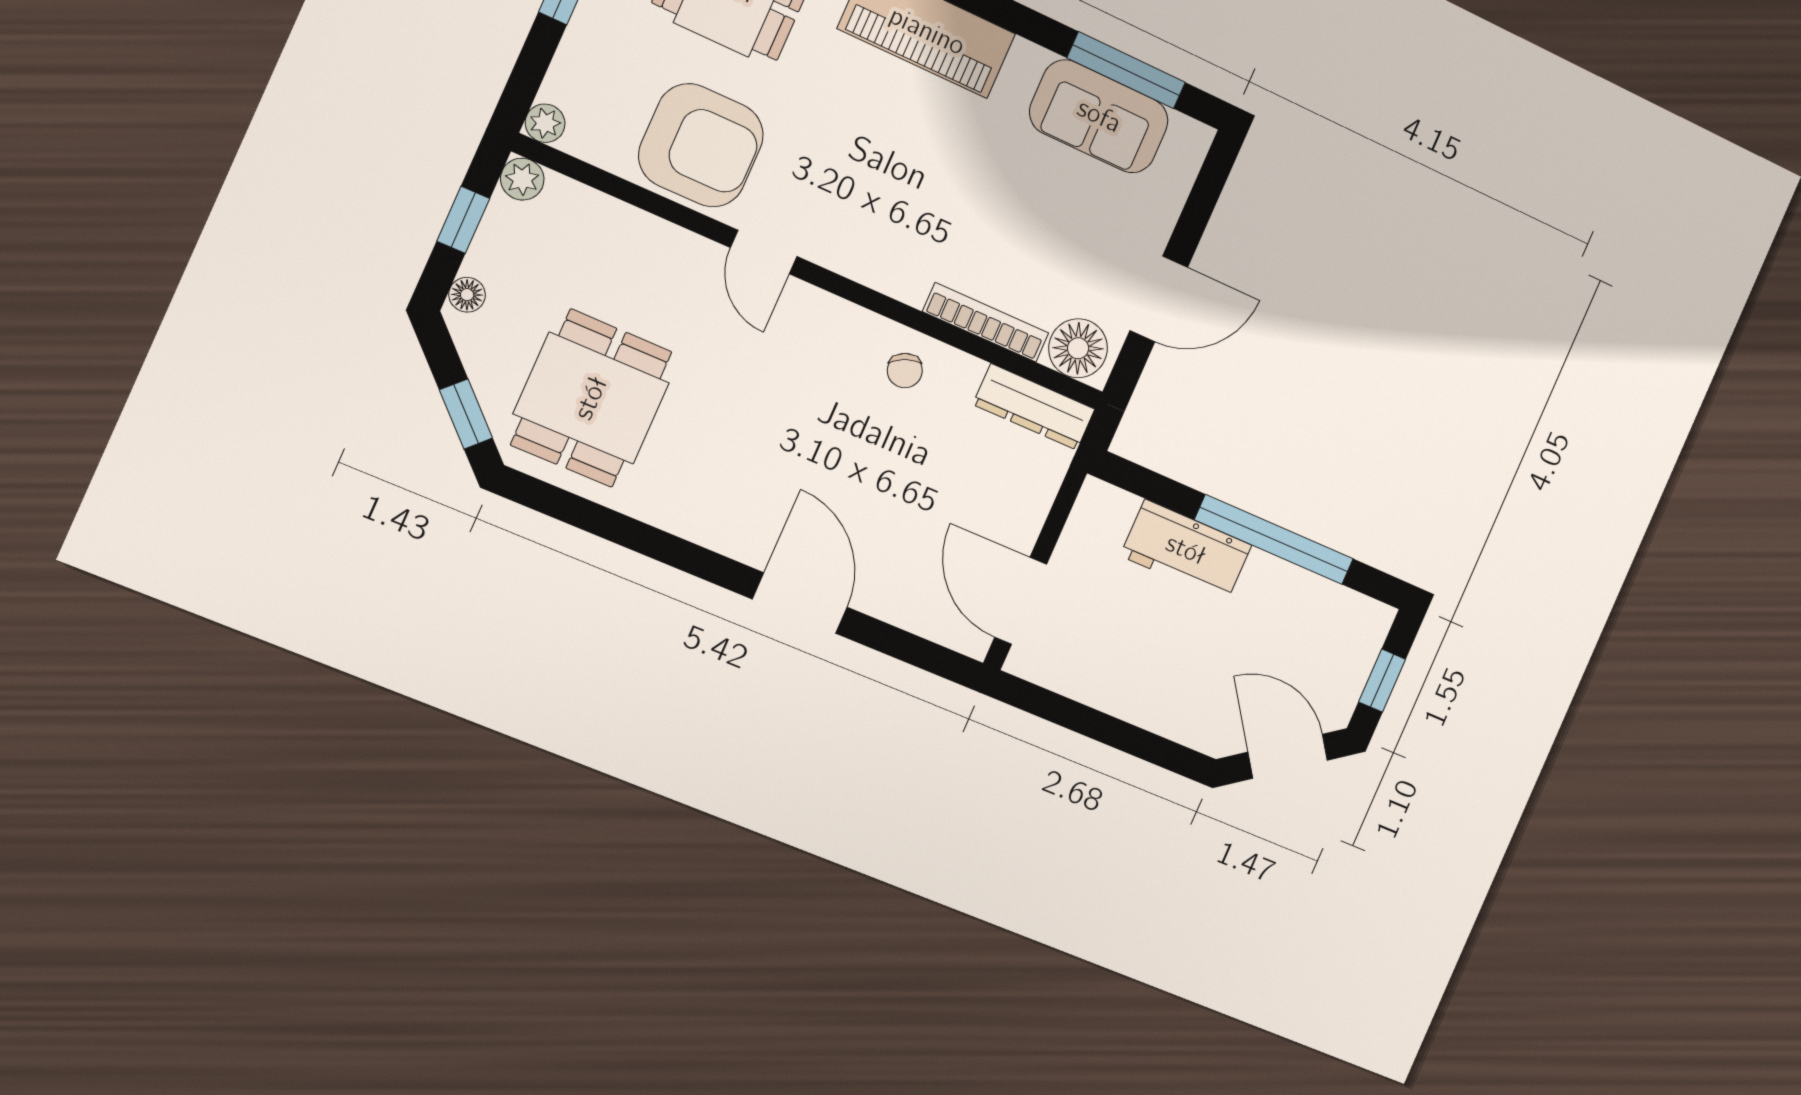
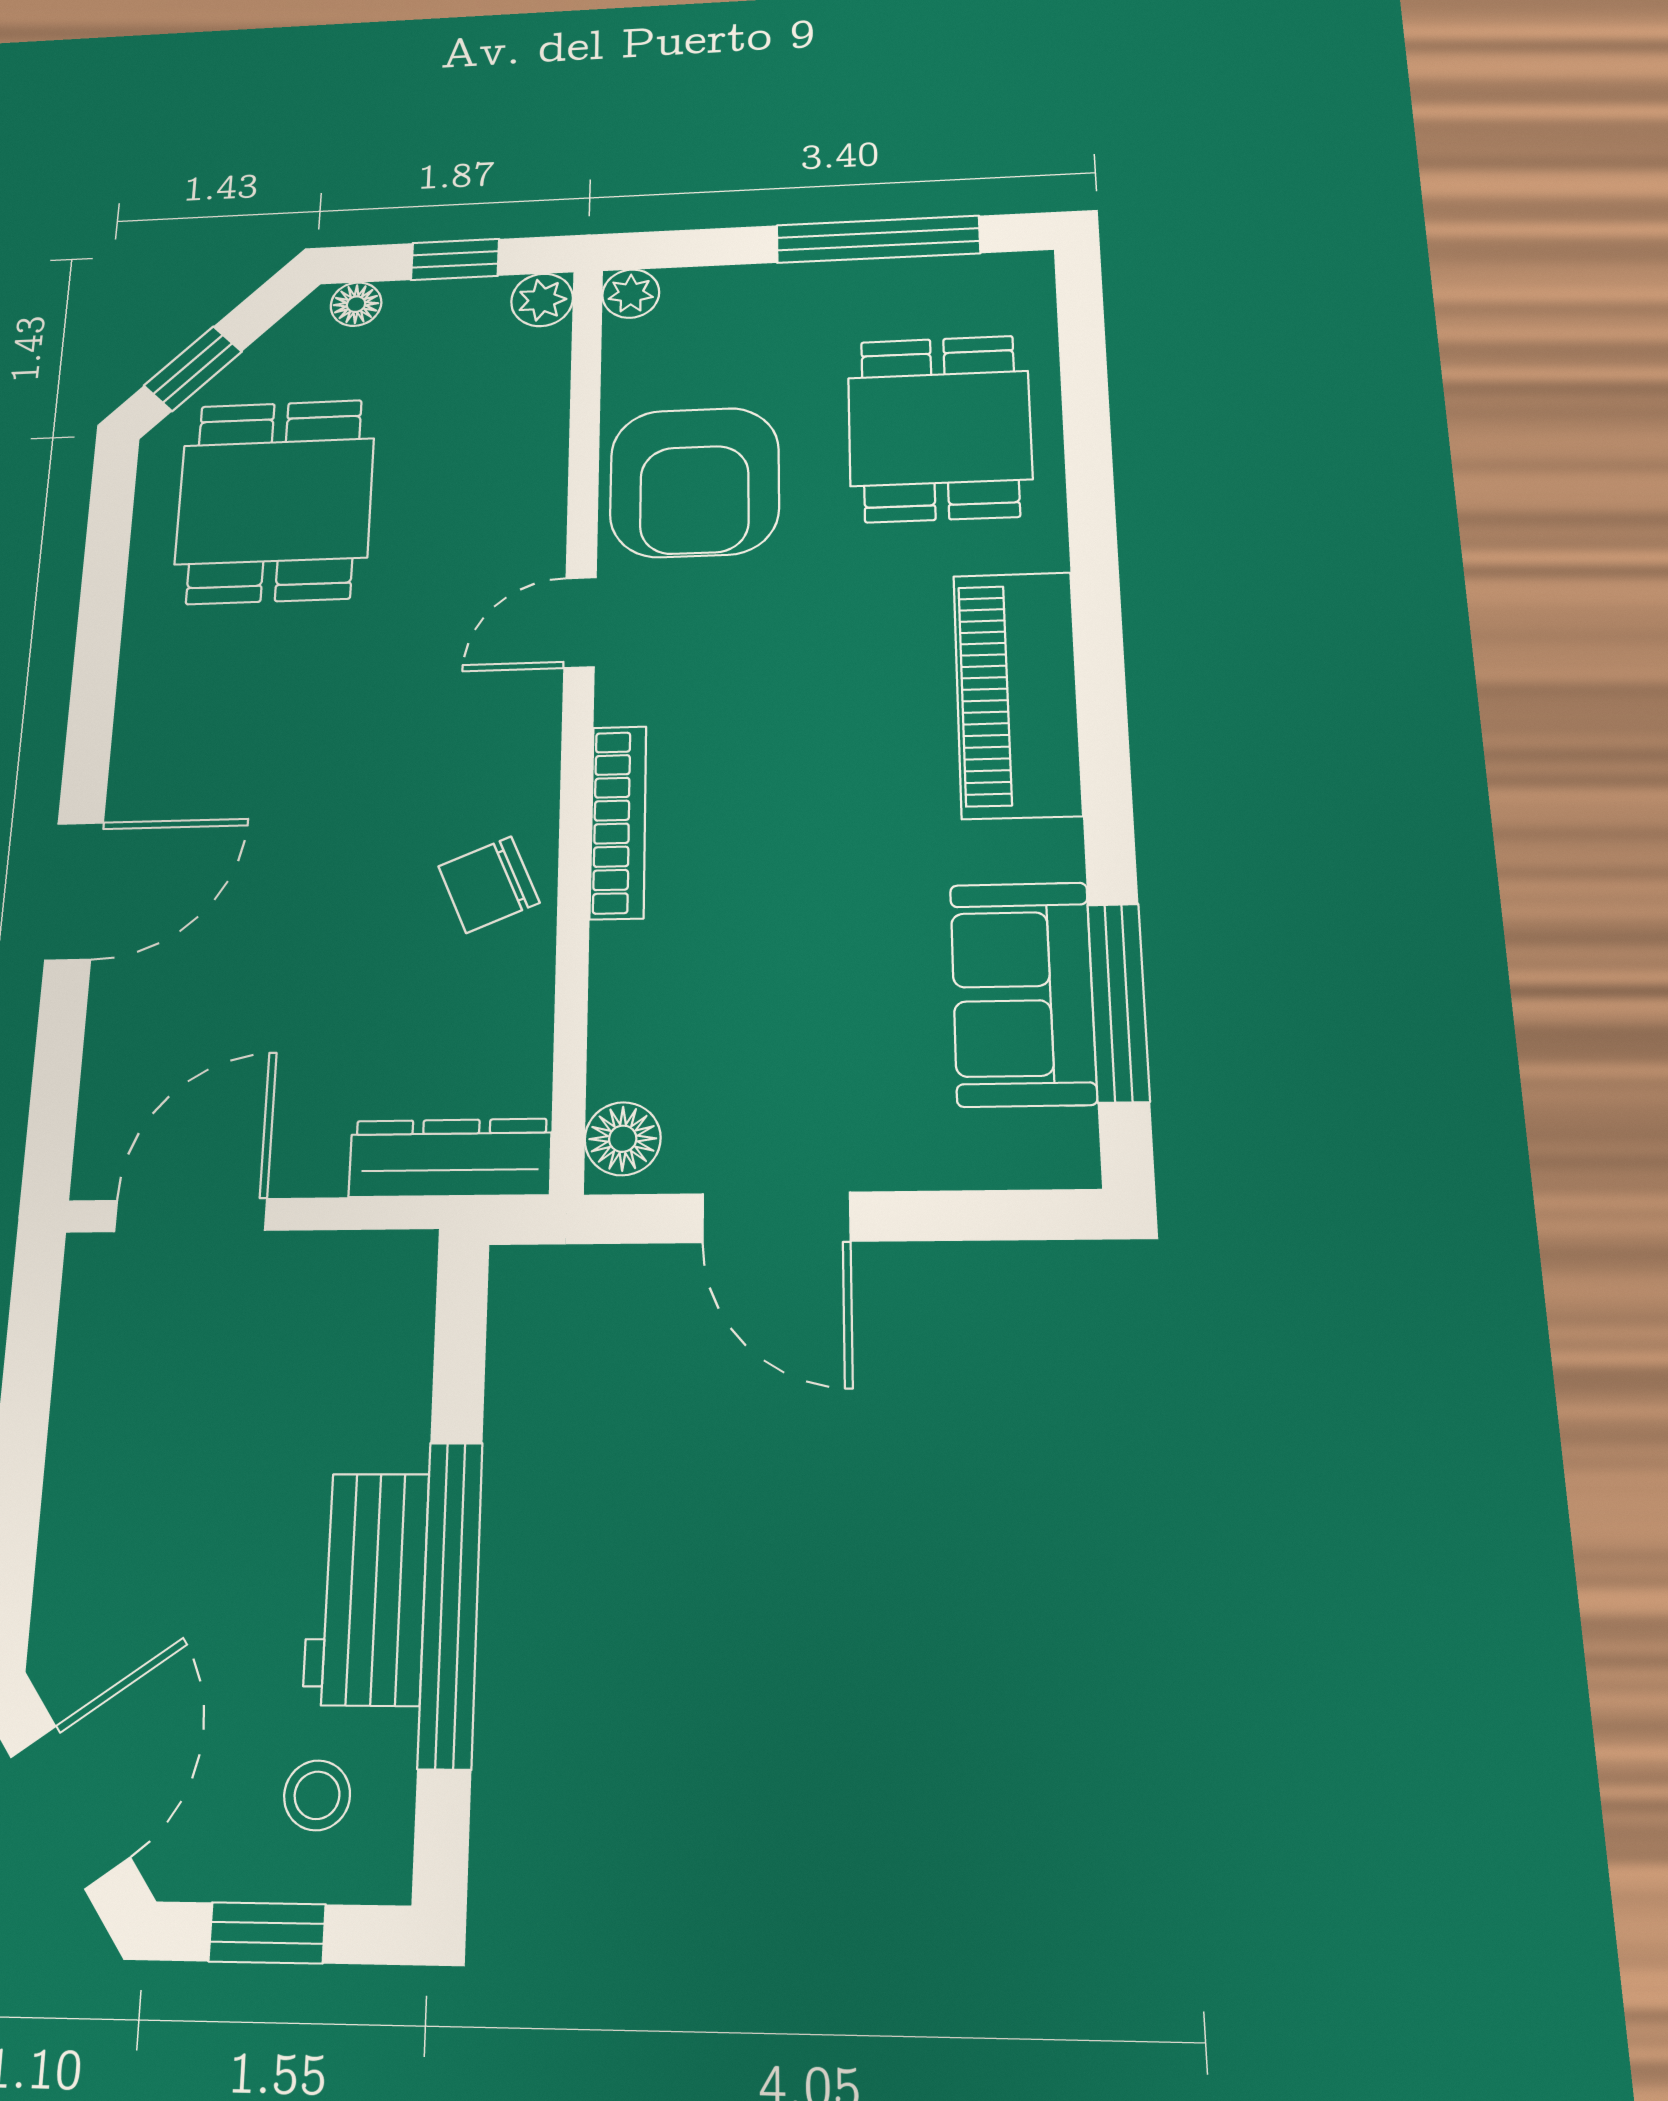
bookcase: (986, 322) -> (618, 822), moved
floor lamp: (1078, 348) -> (623, 1139), width x0.73, depth x0.73
chair: (905, 371) -> (489, 885), width x1.37, depth x1.37
dining table: (591, 398) -> (275, 501), turned 90
dresser: (1034, 407) -> (450, 1158), moved, turned 90
workbench: (1186, 550) -> (366, 1588), moved
stool: (1333, 636) -> (317, 1795), added

